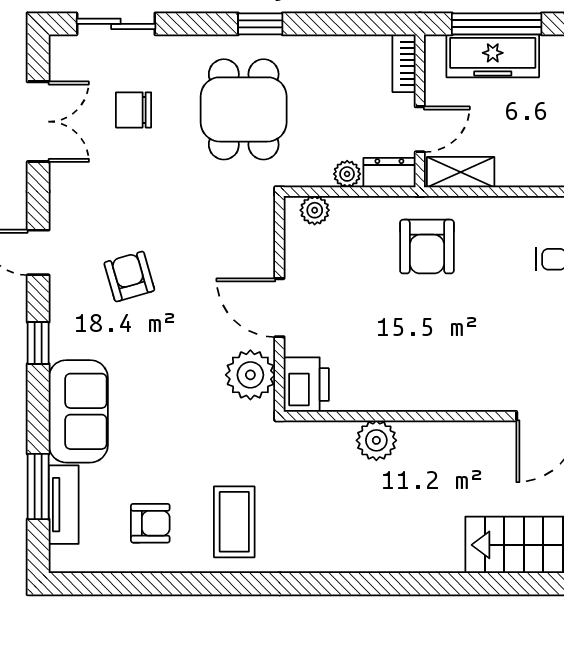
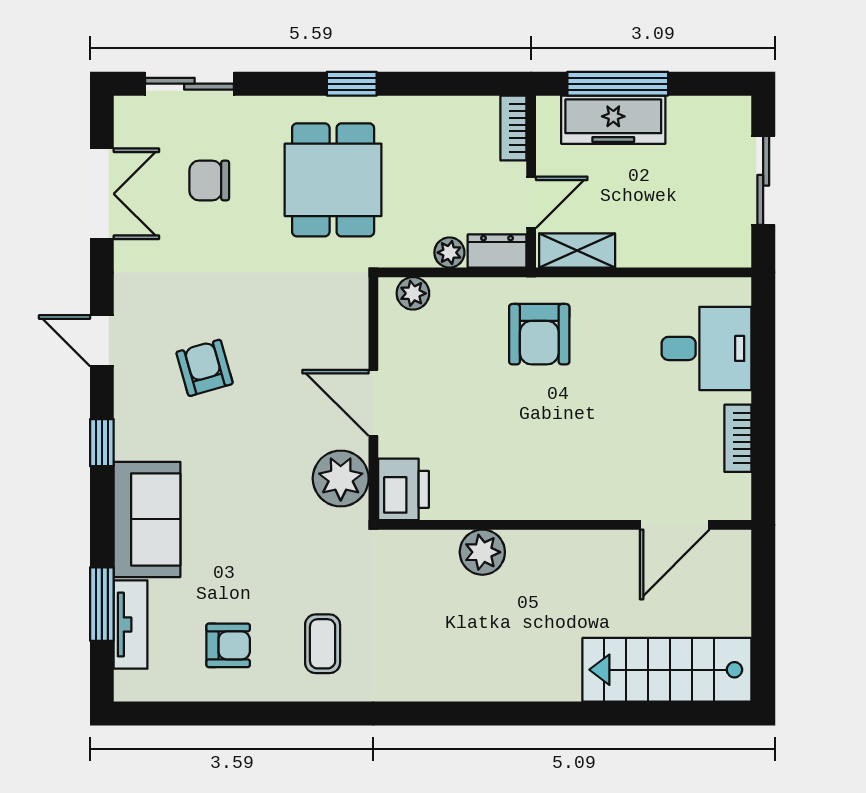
coffee table: (234, 522) -> (323, 644), width x0.73, depth x0.77

